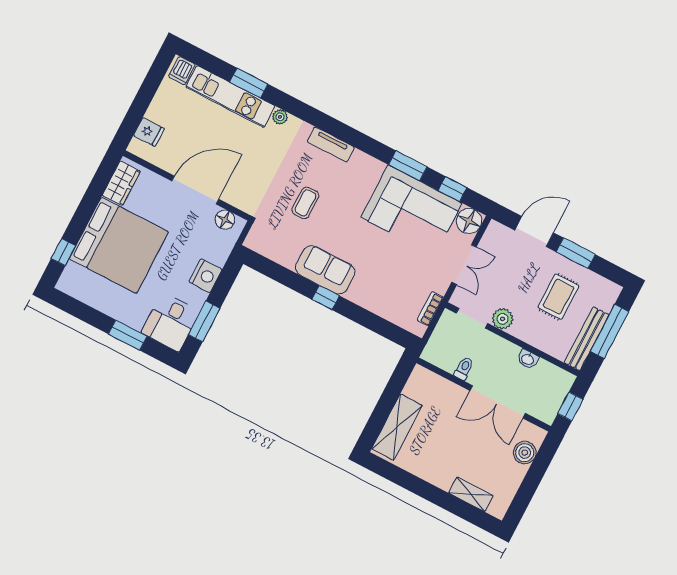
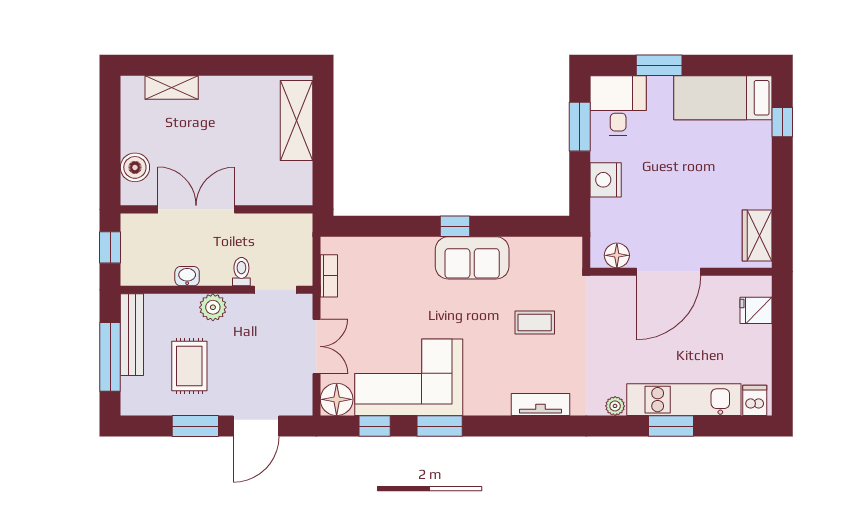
coffee table: (305, 203) -> (535, 323), turned 90
bed: (119, 245) -> (723, 98), moved, width x0.49
double door: (464, 265) -> (316, 346), swing flipped
plant: (503, 319) -> (213, 307), moved
toilet: (464, 368) -> (241, 272), moved, turned 180

